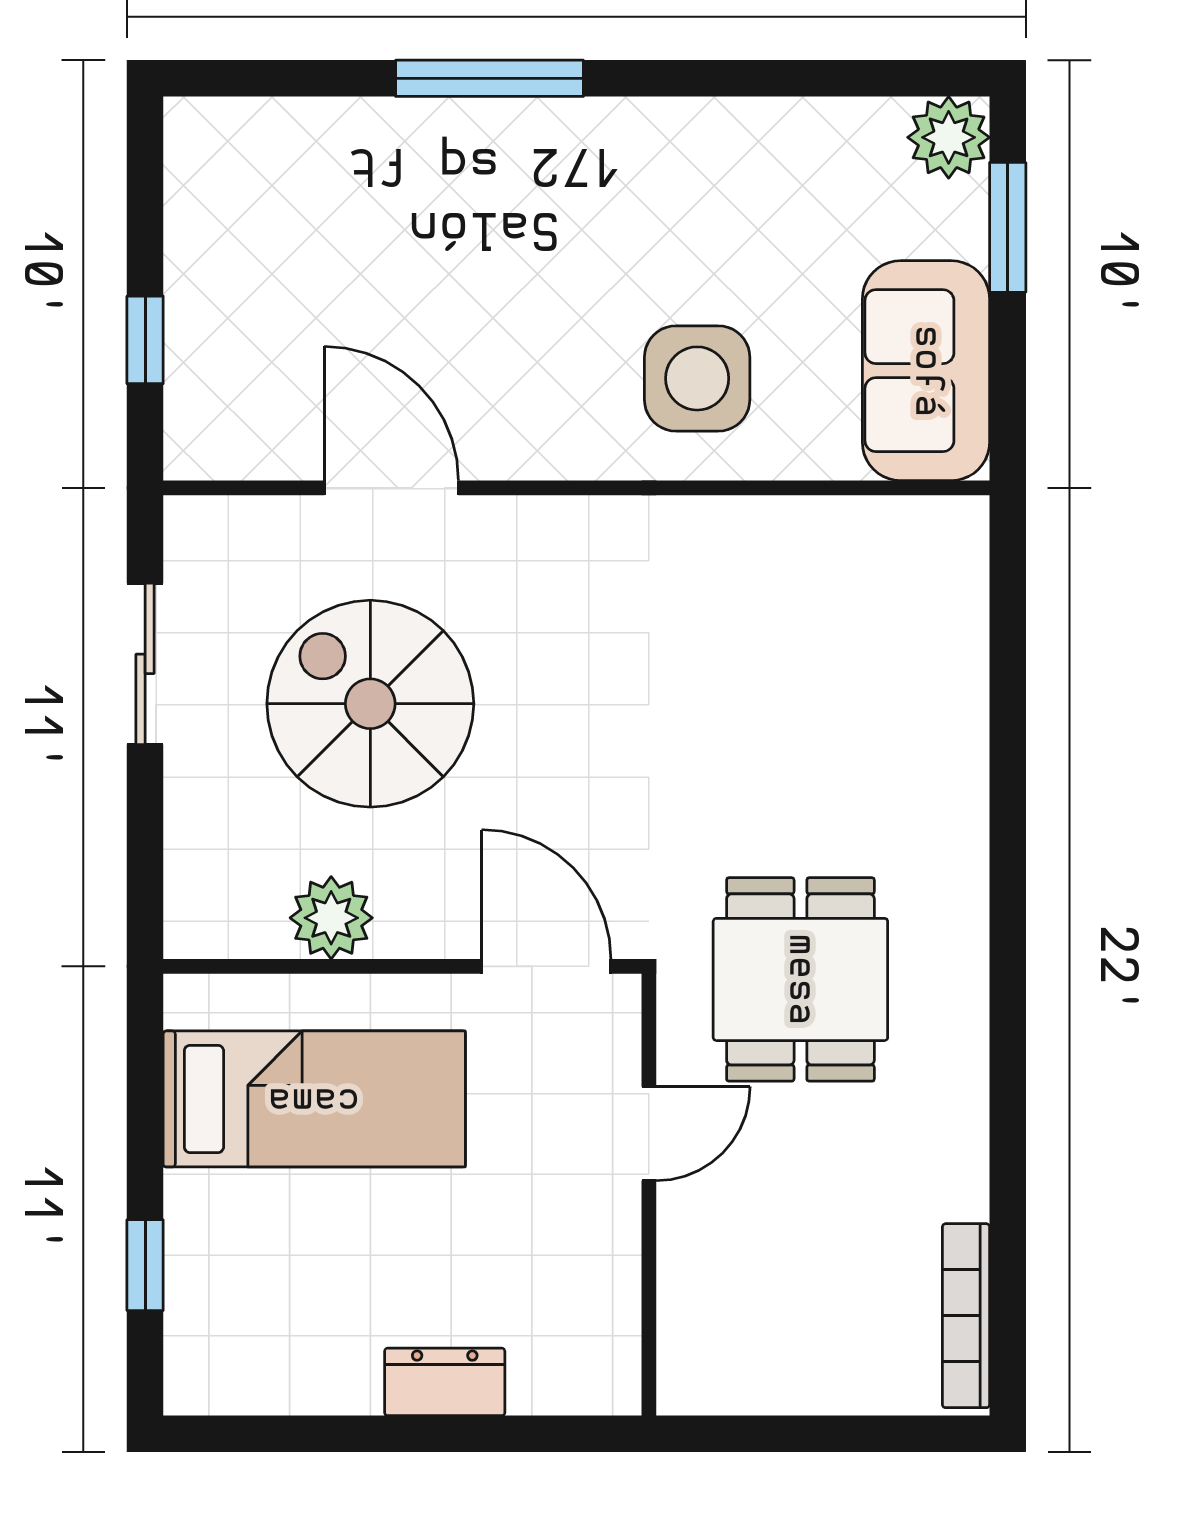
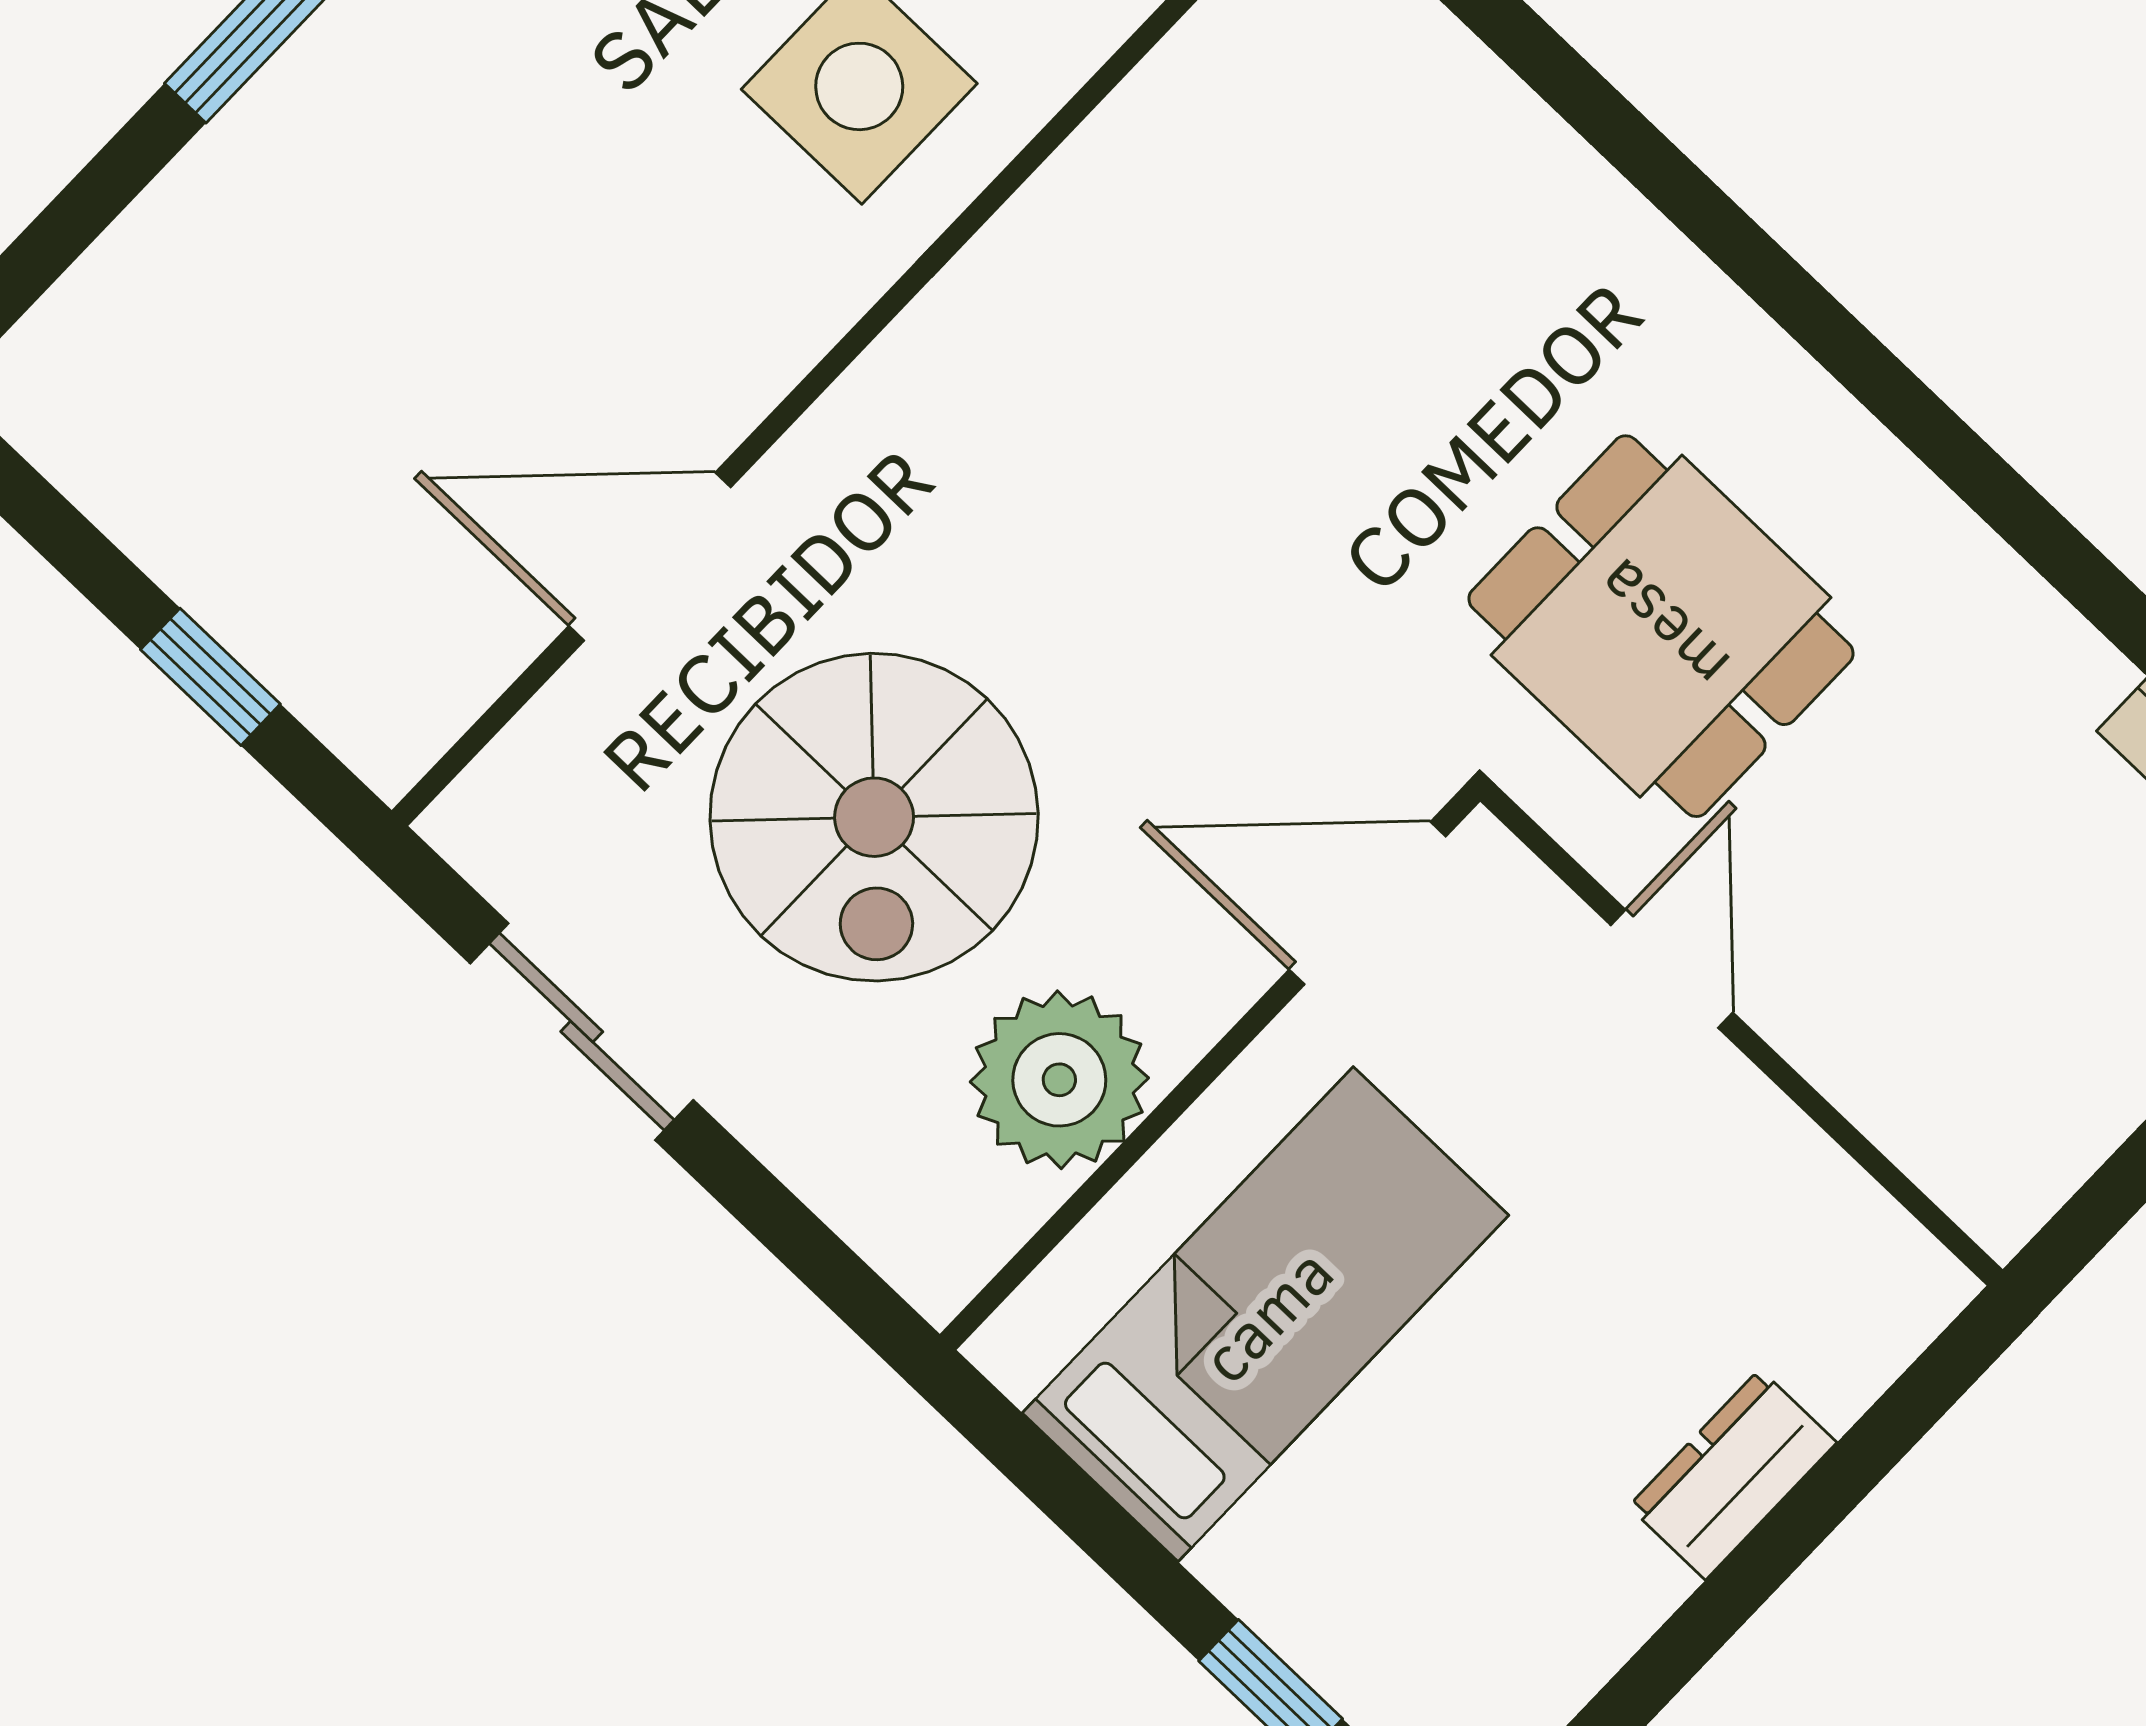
spiral stairs: (370, 704) -> (874, 817), turned -90
plant: (331, 918) -> (1059, 1080), width x1.36, depth x1.36

